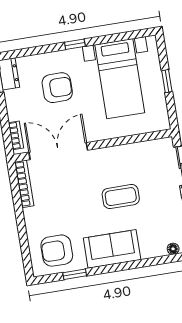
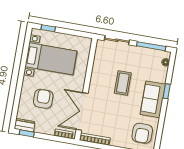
window: (75, 44) -> (21, 79), removed
window: (167, 81) -> (48, 28), moved
window: (75, 274) -> (167, 91), moved

